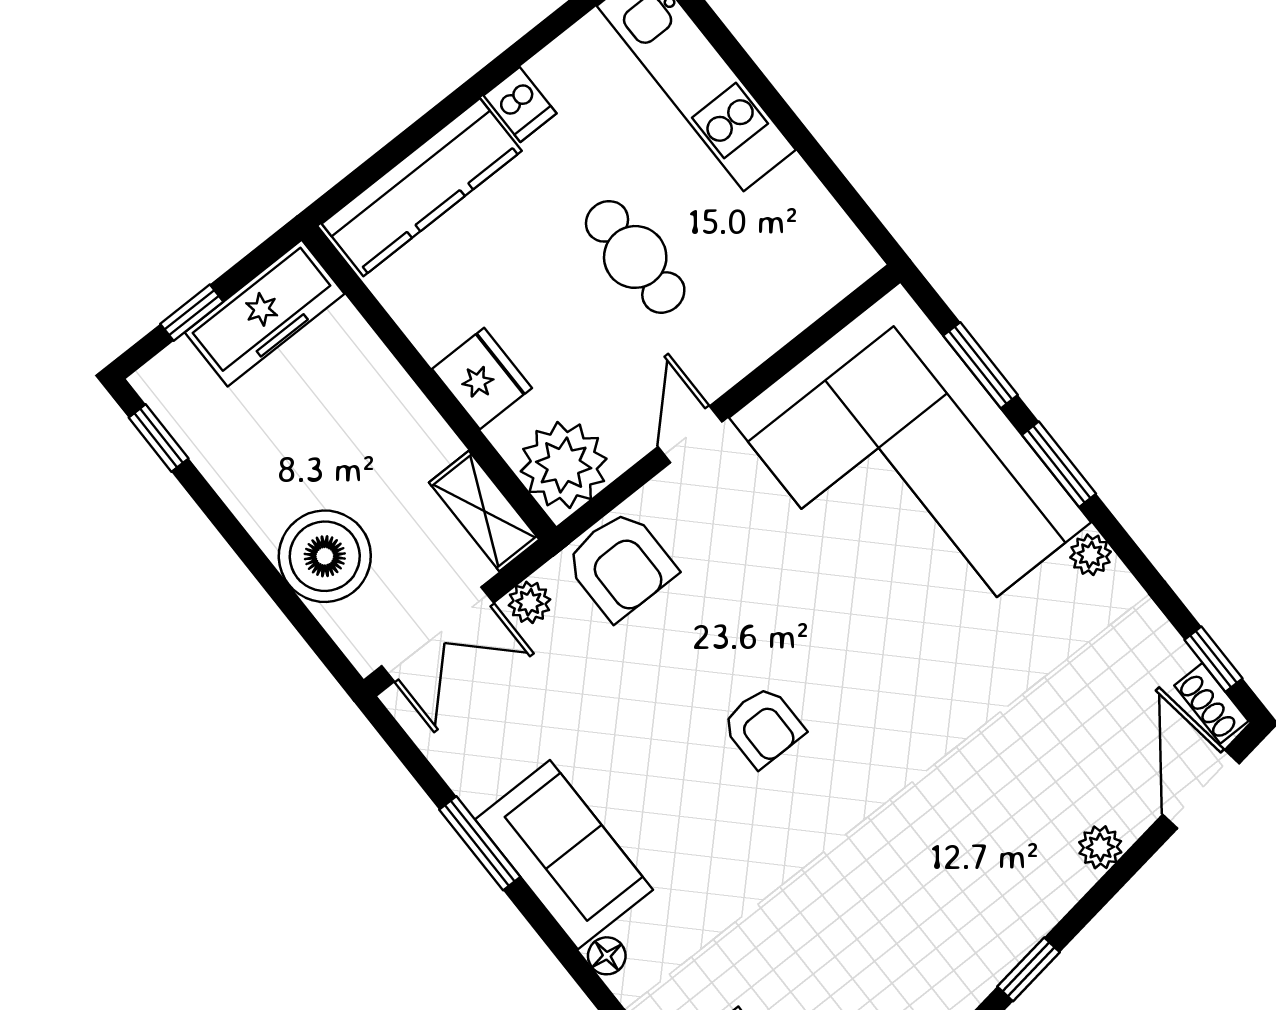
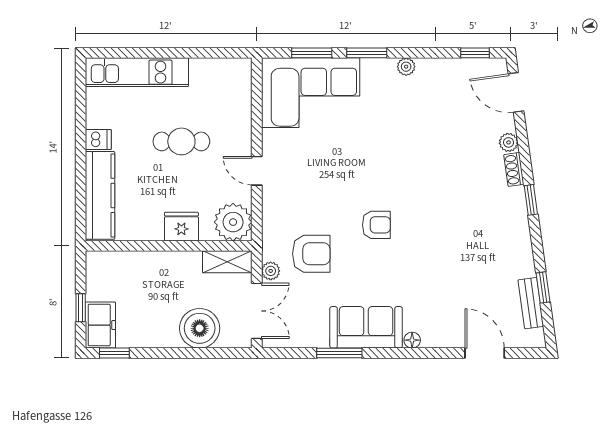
freezer: (265, 313) -> (100, 325), moved, width x0.71
corner sofa: (910, 470) -> (311, 93), width x0.73, depth x0.74
armchair: (621, 565) -> (311, 254), moved
shoe rack: (1211, 703) -> (514, 169), moved, turned 82

